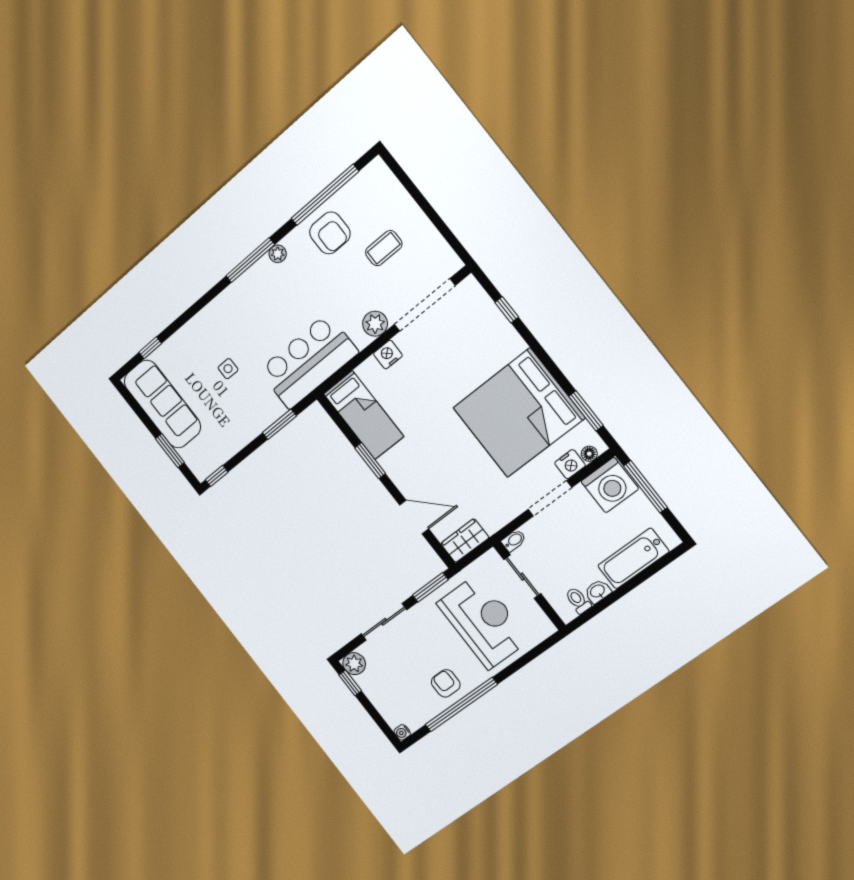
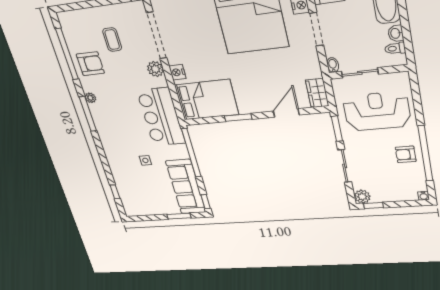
sofa: (162, 404) -> (186, 187), moved, turned -90
bed: (364, 415) -> (206, 100), width x1.50
window: (279, 424) -> (191, 153), width x2.11

